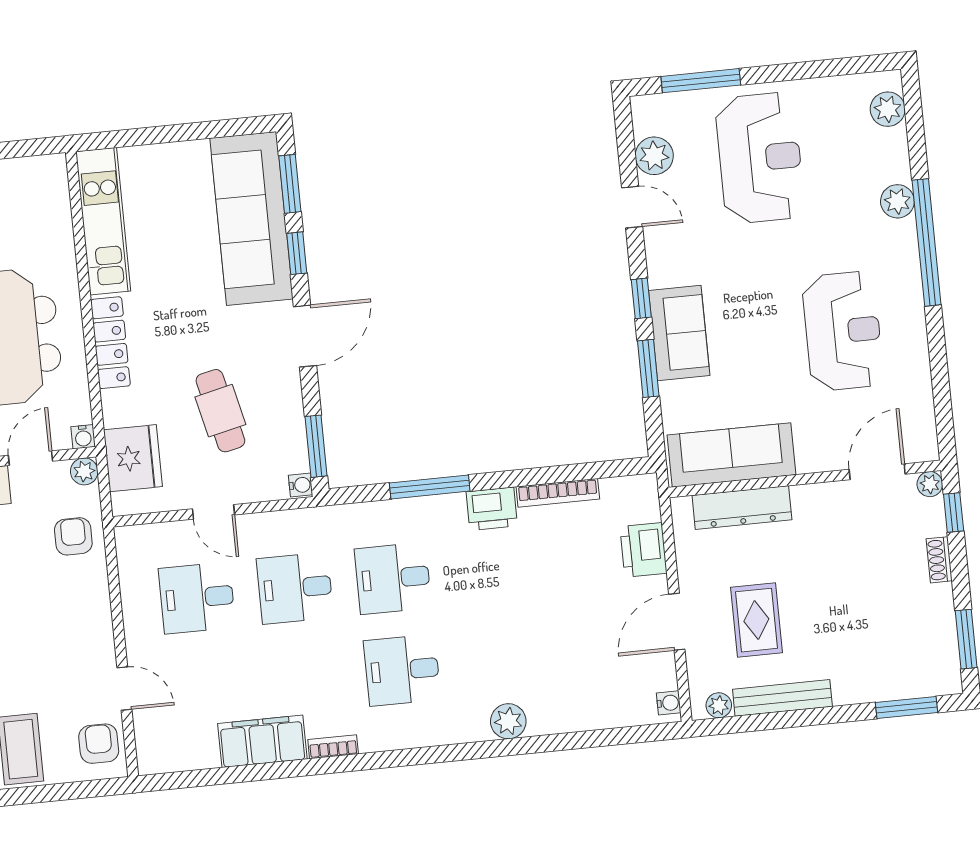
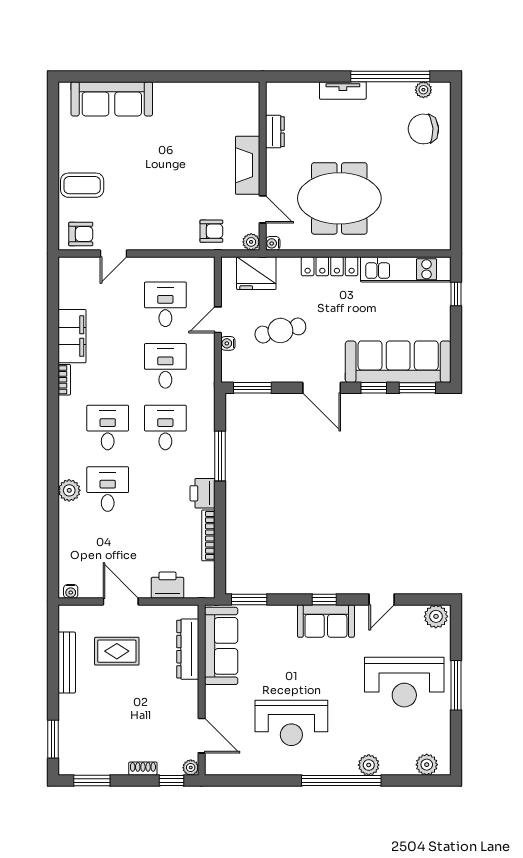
window: (701, 81) -> (456, 685), moved
window: (135, 137) -> (456, 294), added
plant: (654, 156) -> (436, 616), moved
sofa: (679, 333) -> (326, 621), moved
window: (648, 368) -> (249, 599), moved
water cooler: (301, 485) -> (228, 343), moved, turned 90
desk: (500, 660) -> (108, 489), added
plant: (719, 705) -> (66, 622), removed

